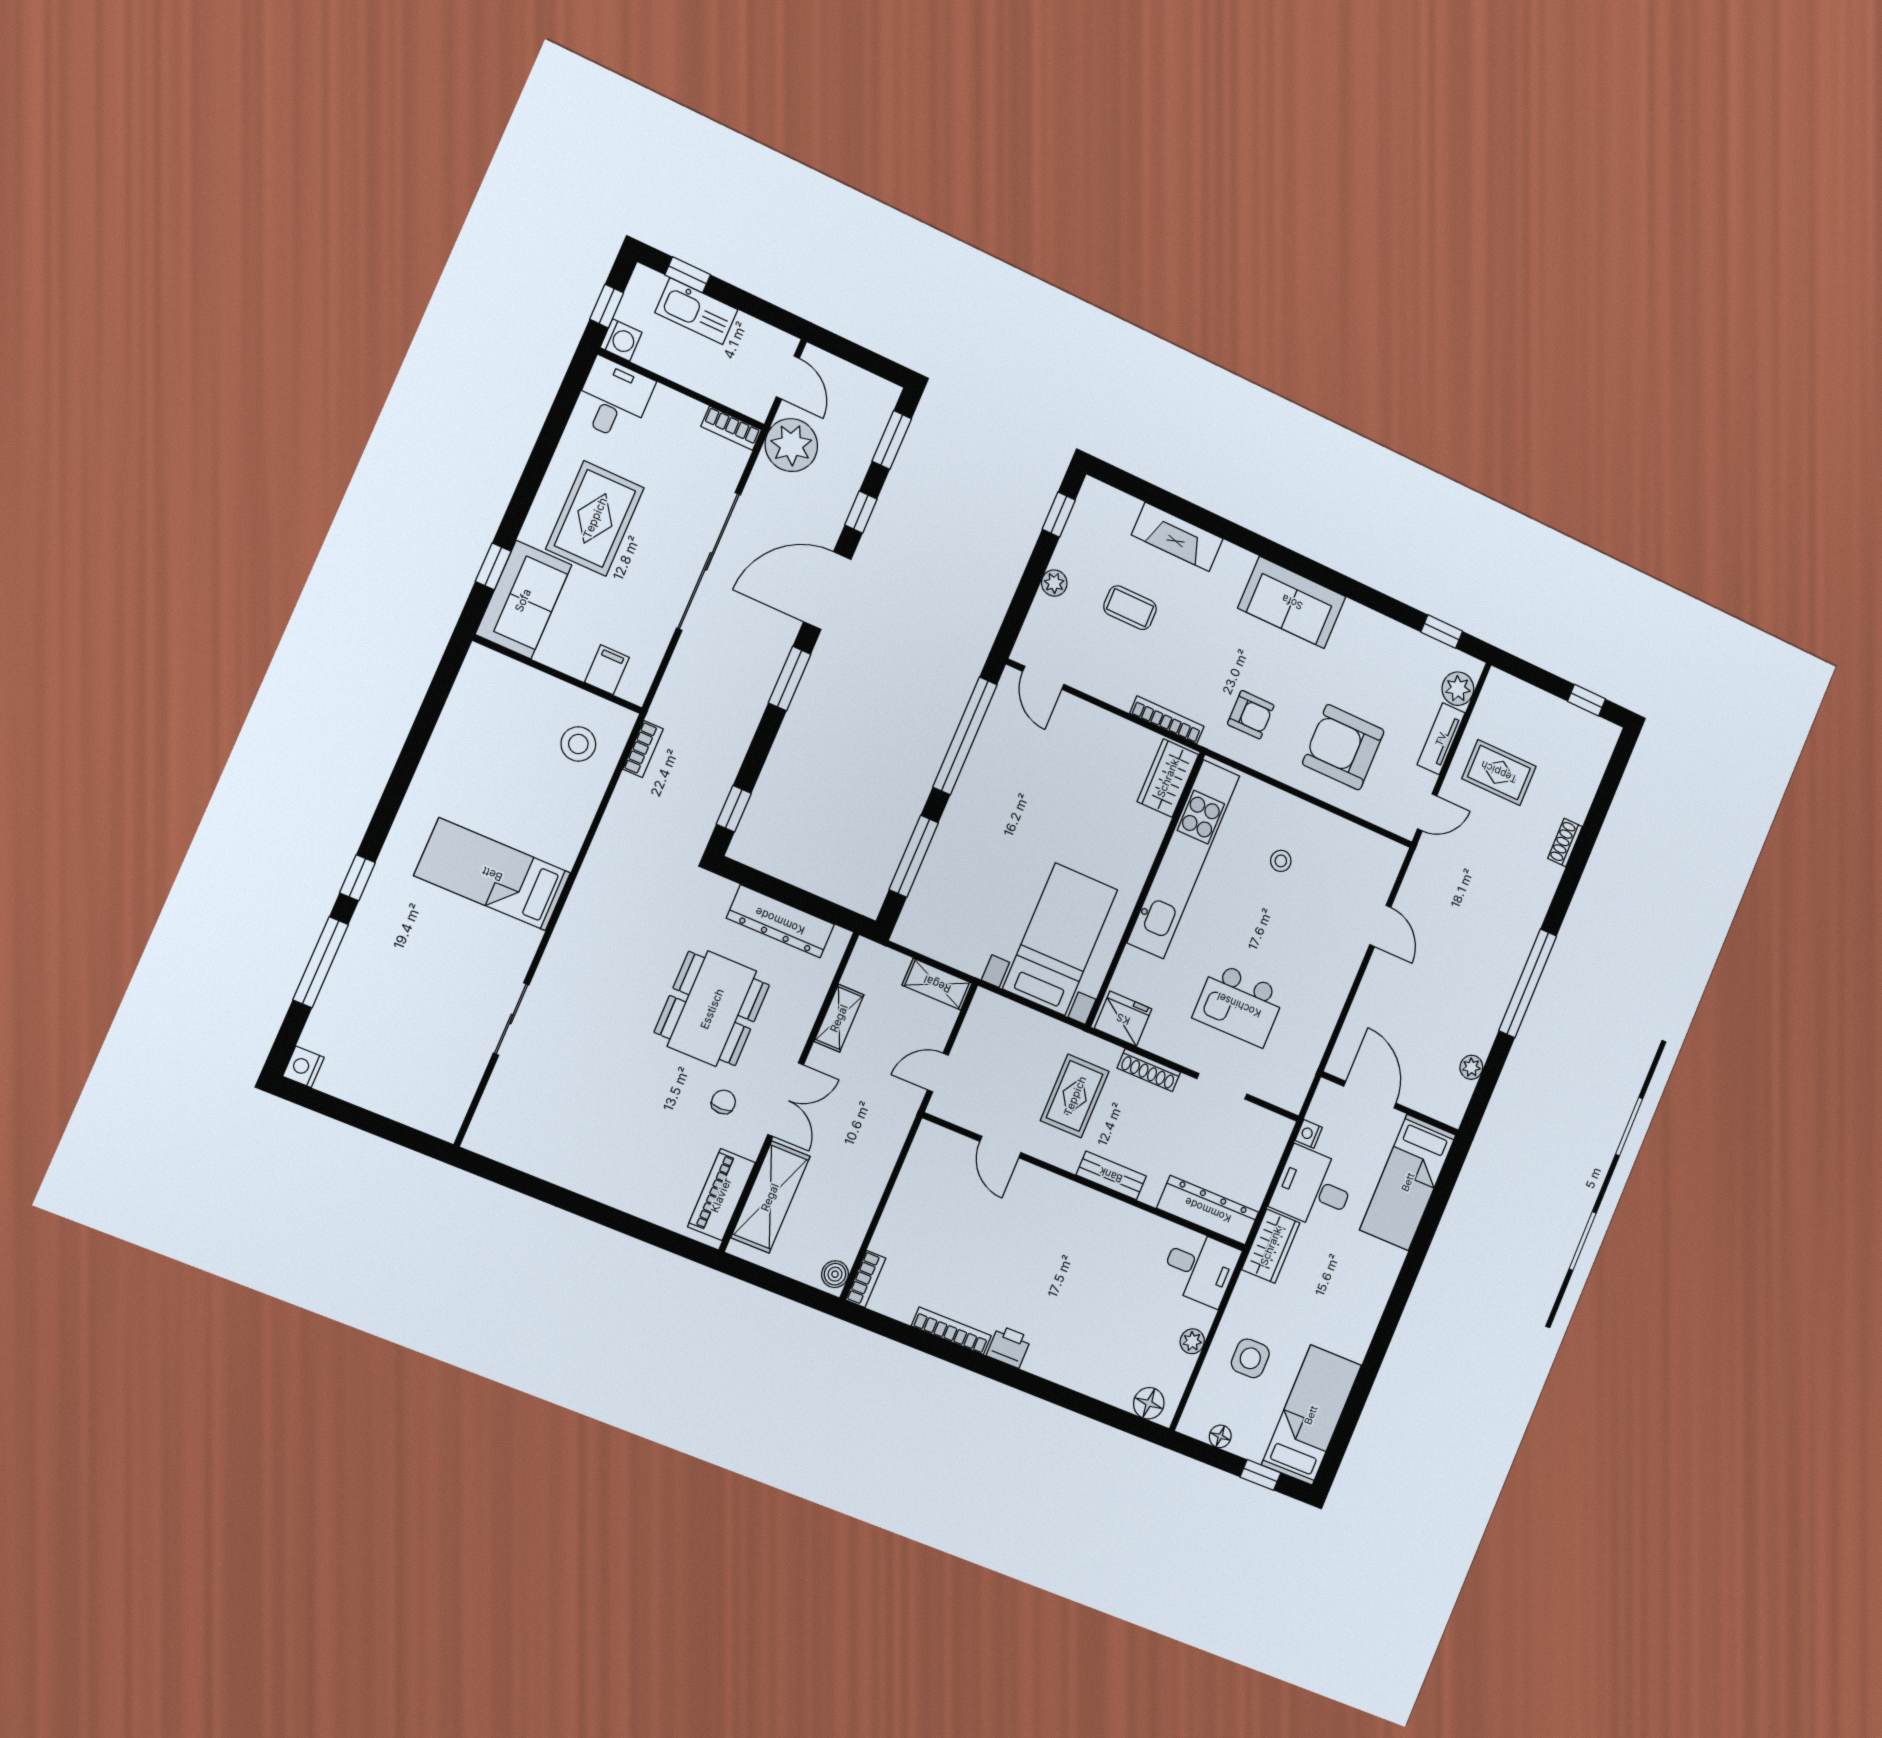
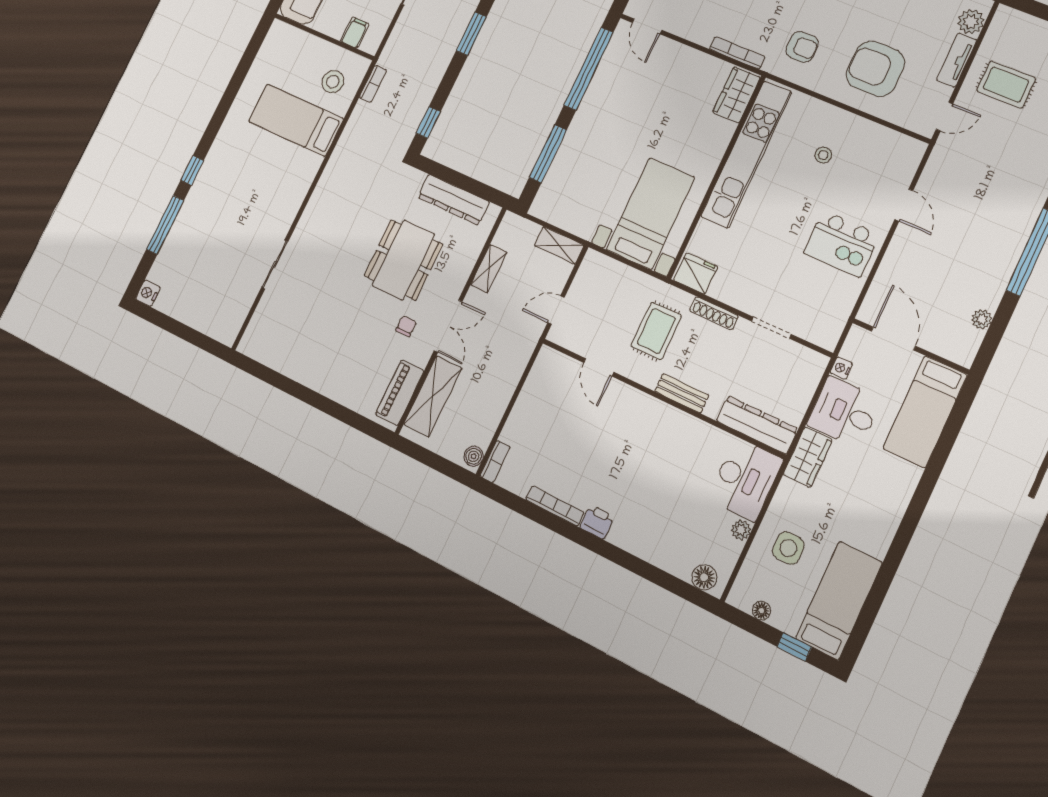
bed: (492, 874) -> (296, 120), moved
kitchen island: (1239, 1005) -> (841, 244), moved
desk: (1200, 1268) -> (745, 479), width x1.37

